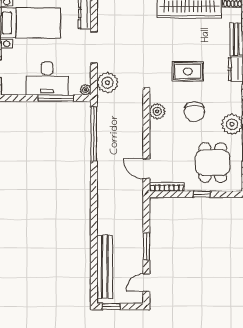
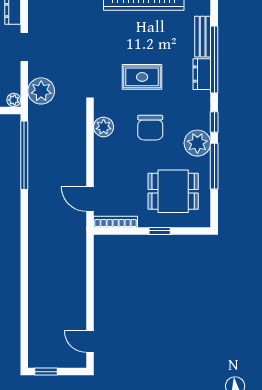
doorway: (94, 47) -> (24, 47), width x0.73
dining table: (213, 163) -> (173, 191), turned 90
window: (146, 246) -> (90, 296), removed
bench: (105, 267) -> (38, 322), removed
door: (146, 283) -> (90, 342), hinge flipped

